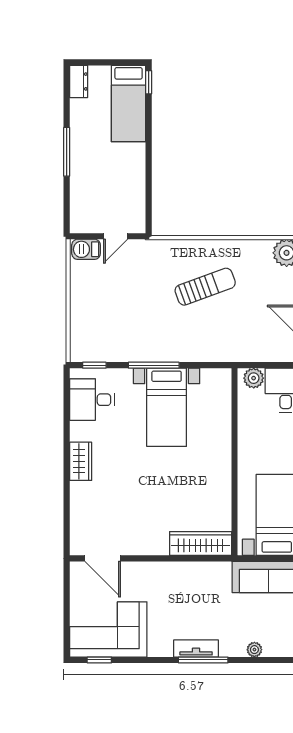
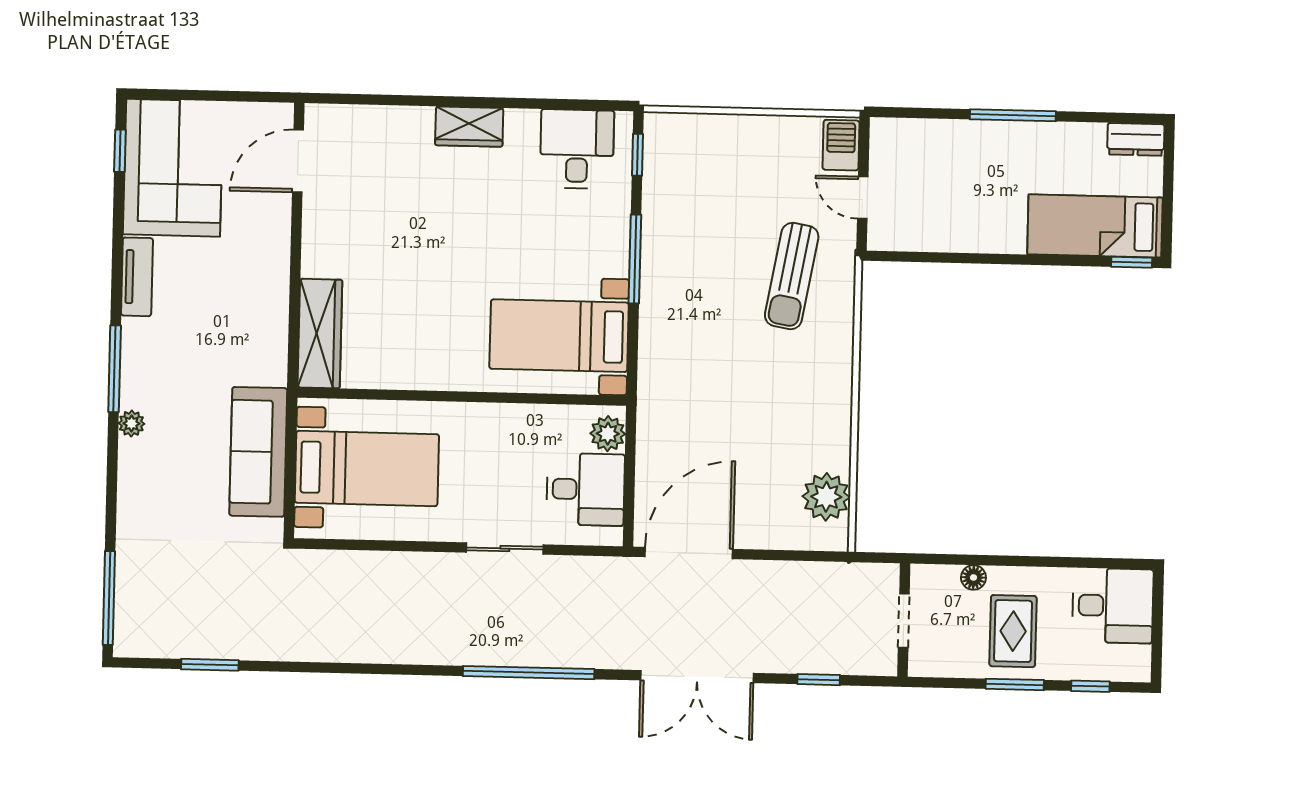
sun lounger: (205, 287) -> (792, 276), moved, turned 30
bed with nightstands: (167, 407) -> (559, 336), moved
tv unit: (196, 648) -> (137, 277), moved
window: (203, 660) -> (115, 369), moved

